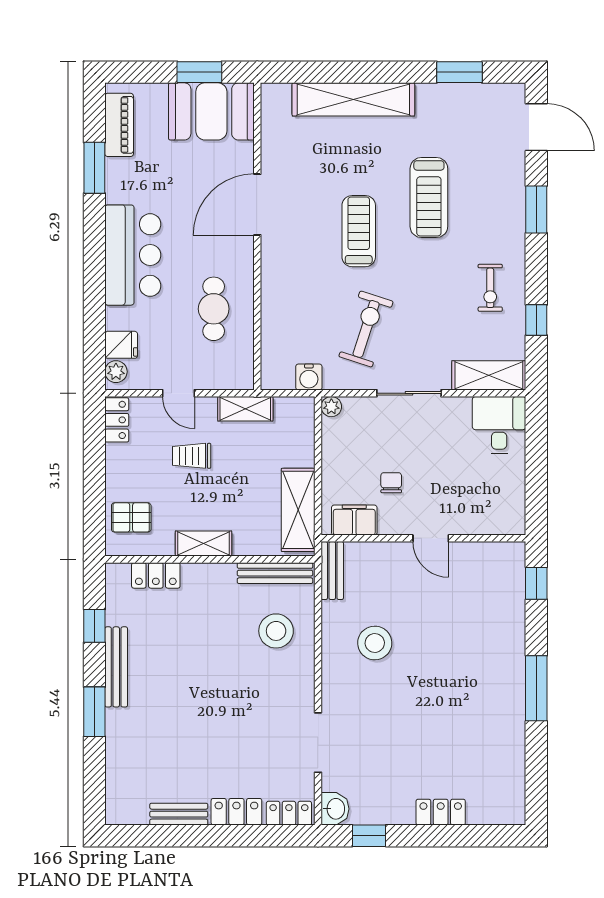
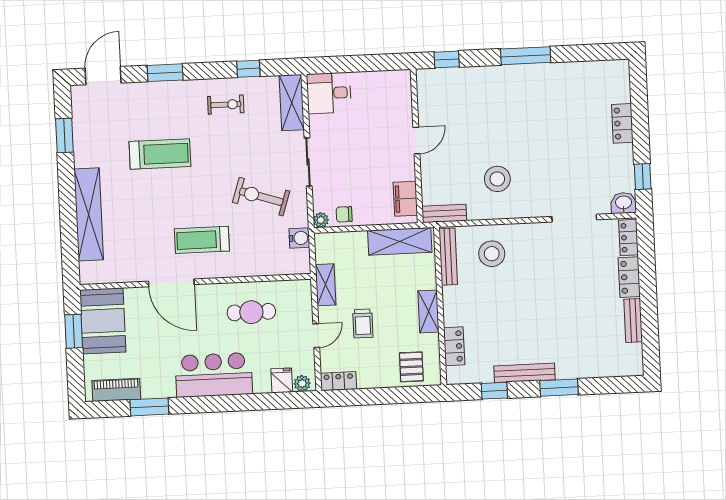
treadmill: (359, 231) -> (202, 240), moved
chair: (391, 483) -> (344, 214), moved

